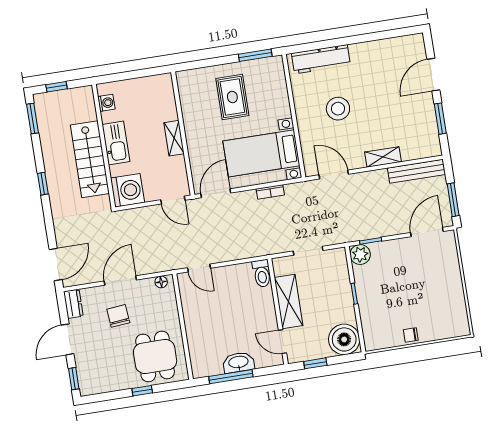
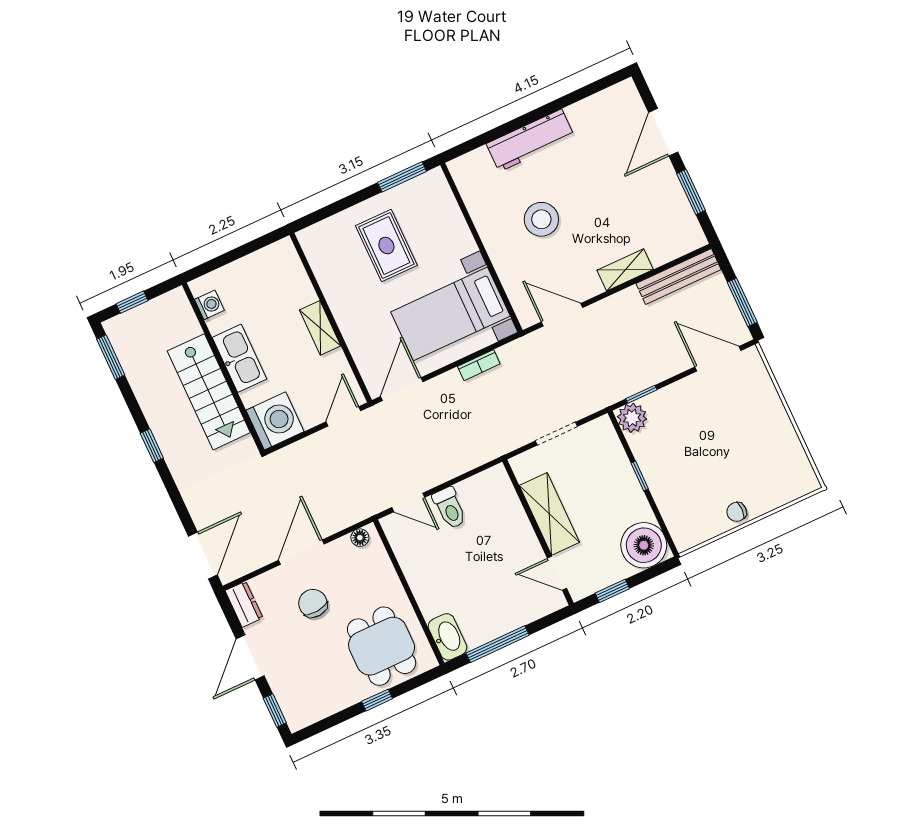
workbench: (321, 59) -> (530, 140), moved
door: (173, 200) -> (343, 416), swing flipped
door: (427, 232) -> (718, 359), hinge flipped
toilet: (262, 273) -> (450, 508), moved
washbasin: (238, 362) -> (448, 637), moved, turned 90

